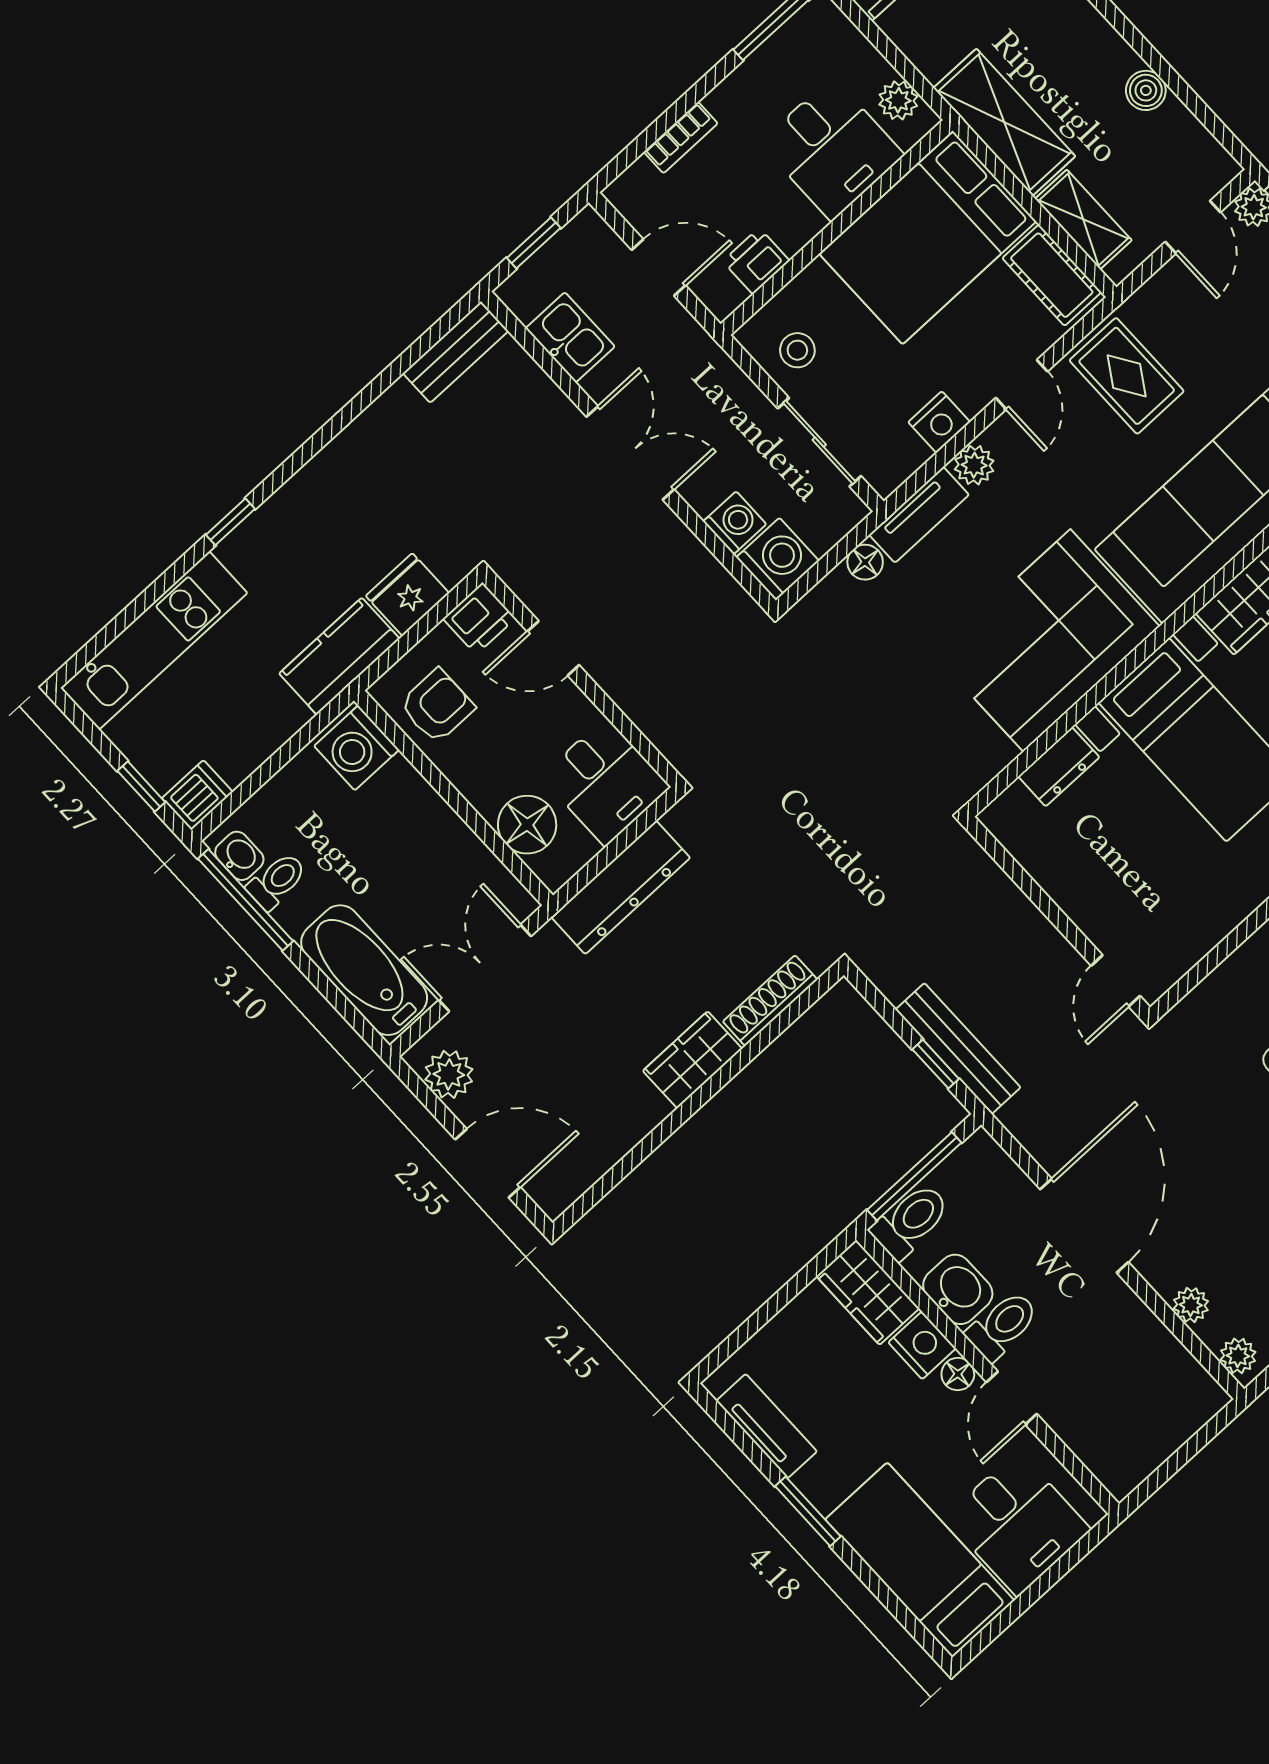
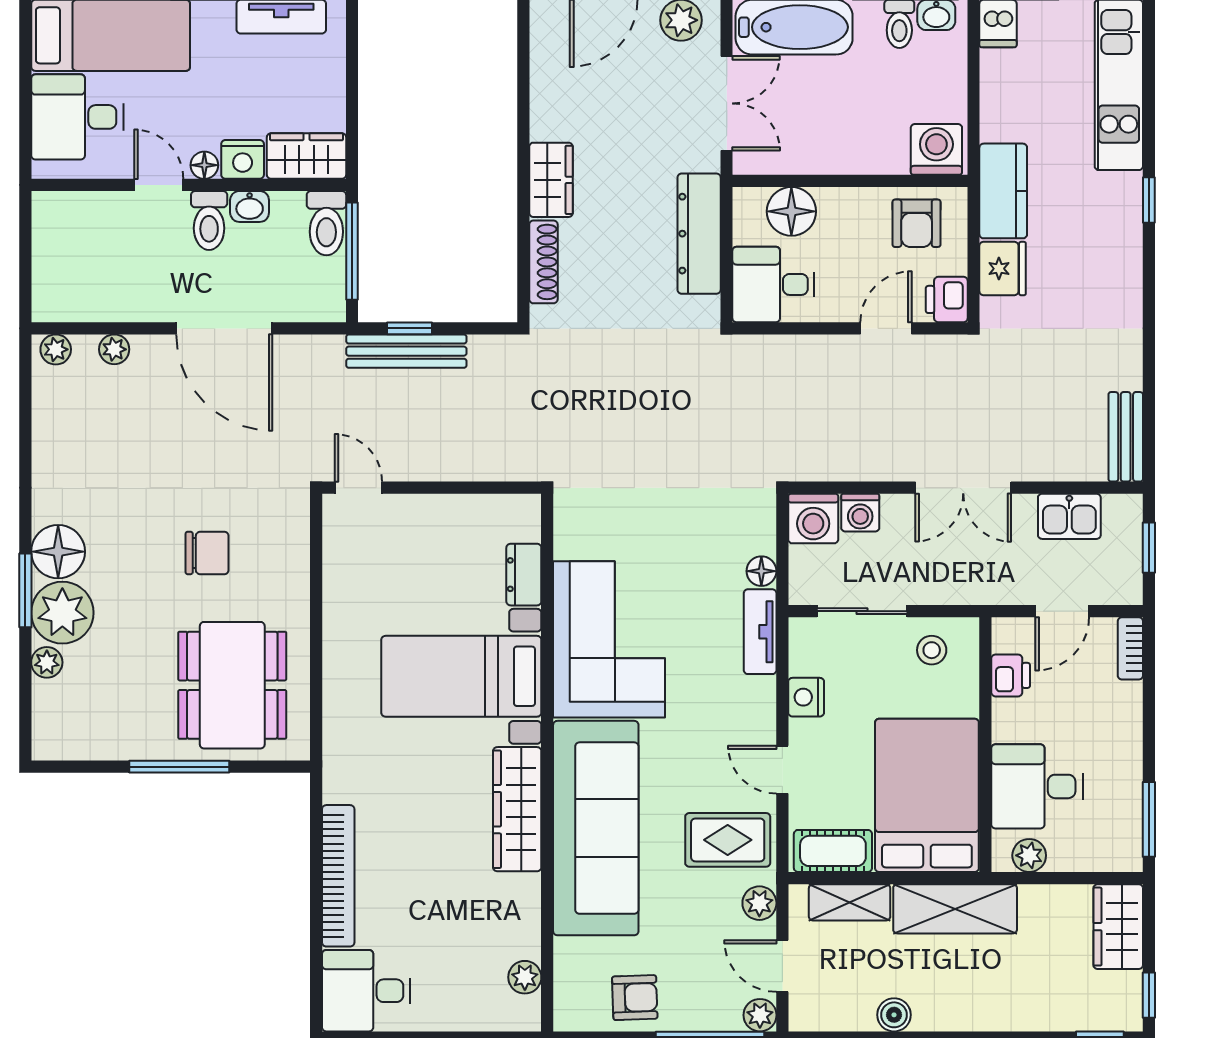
bookcase: (681, 138) -> (1130, 648), moved
plant: (974, 465) -> (759, 903), moved
washbasin: (958, 1289) -> (250, 206), width x0.72, depth x0.69

